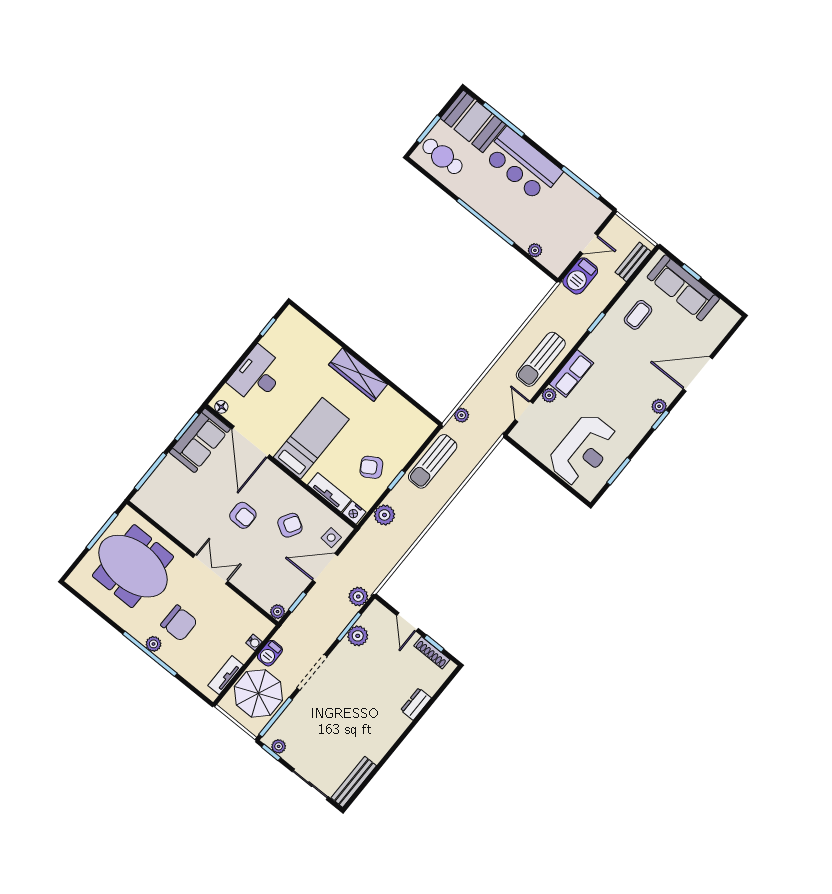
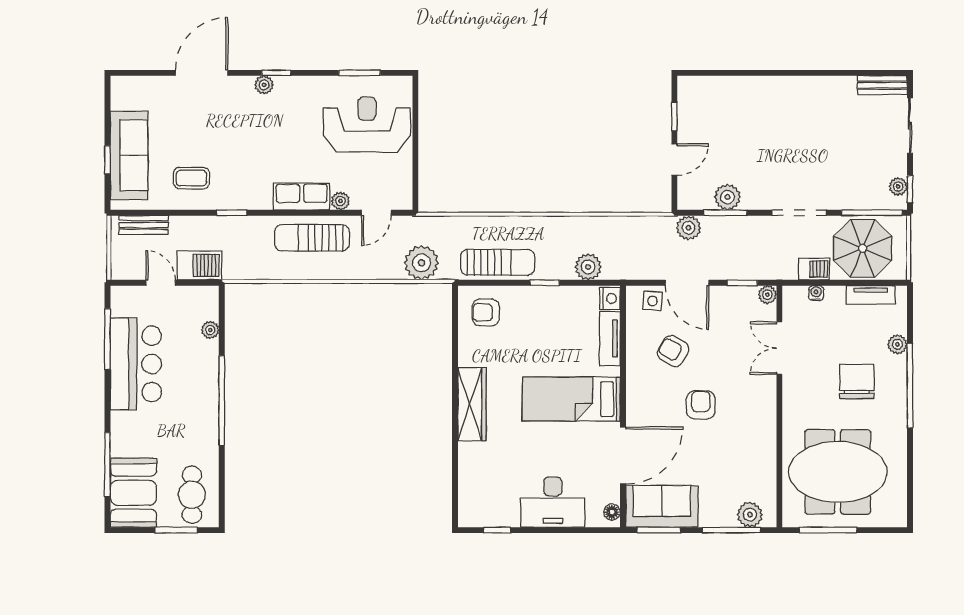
bar counter: (523, 164) -> (136, 364), moved
sun lounger: (541, 359) -> (312, 238), turned 180
door: (698, 374) -> (202, 73), swing flipped
plant: (462, 415) -> (422, 263), width x1.88, depth x1.88
armchair: (371, 467) -> (486, 312), moved, turned 121
plant: (151, 491) -> (750, 515), added
meeting table: (133, 566) -> (838, 472), turned 90
double door: (210, 569) -> (779, 348), moved
plant: (153, 644) -> (897, 344), moved
shoe rack: (432, 653) -> (685, 111), removed
dresser: (416, 704) -> (748, 86), removed
bench: (354, 782) -> (882, 85), width x0.73

